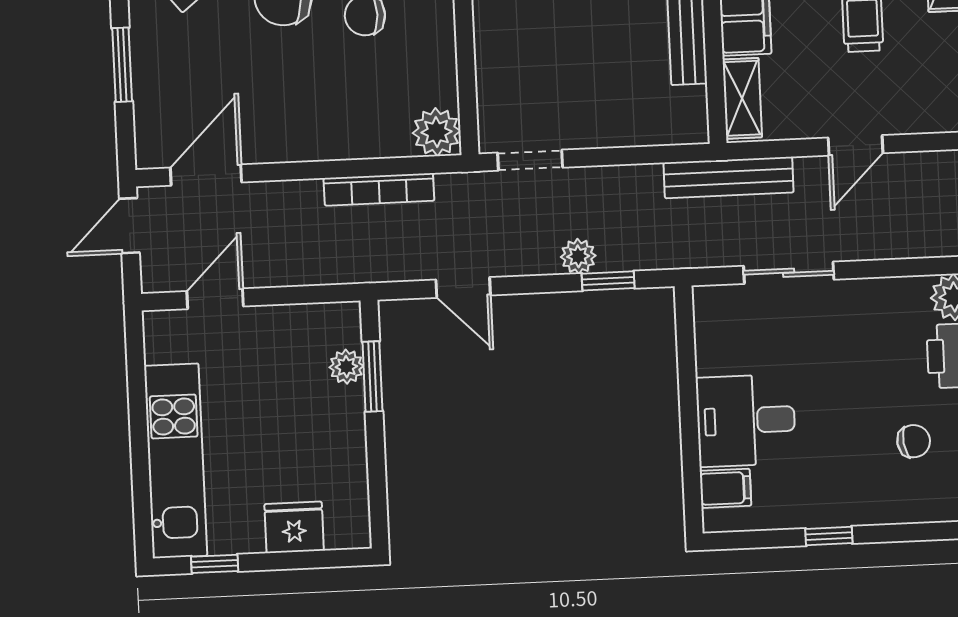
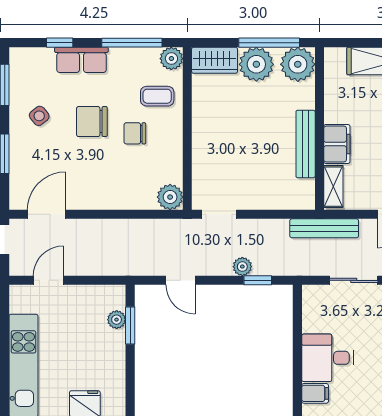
bookcase: (379, 189) -> (138, 226), removed

